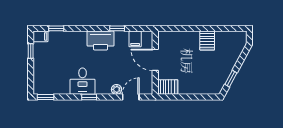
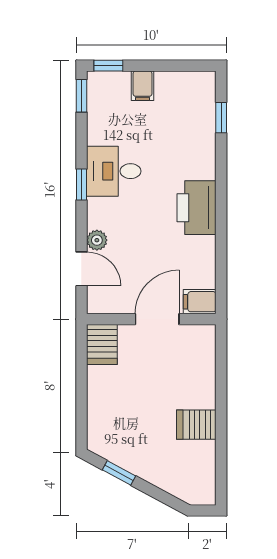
window: (117, 28) -> (221, 241), removed
filing cabinet: (41, 36) -> (142, 86), moved
filing cabinet: (135, 39) -> (200, 302), moved
window: (31, 51) -> (108, 66), moved

